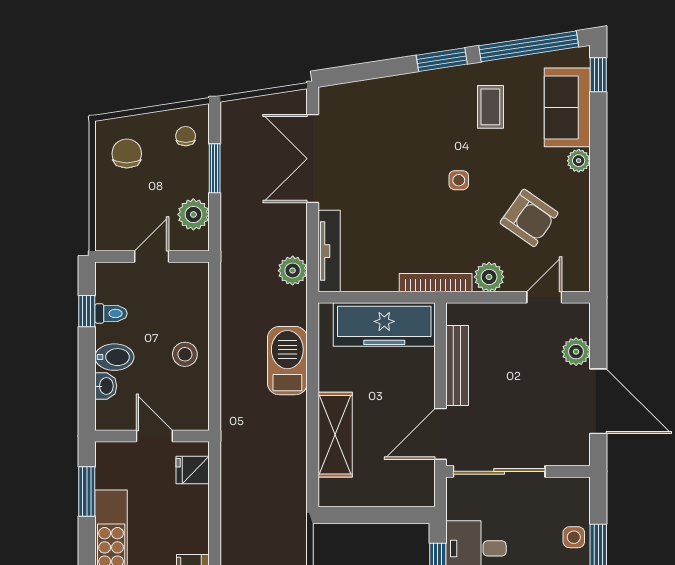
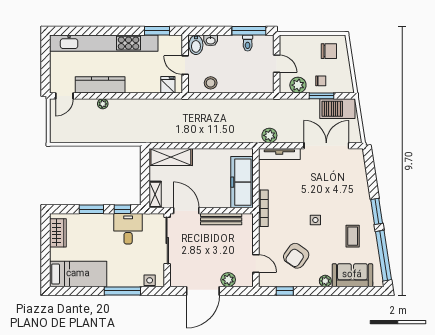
window: (598, 75) -> (285, 291), moved
coffee table: (490, 107) -> (353, 236), turned 90
chair: (186, 136) -> (321, 81), moved
plant: (489, 277) -> (266, 235), removed
window: (87, 311) -> (249, 31), width x2.17
stool: (185, 354) -> (211, 83), moved
bidet: (114, 357) -> (196, 45), moved
barbecue: (287, 361) -> (337, 109), moved, turned 180
shelving: (335, 435) -> (171, 157), moved
door: (154, 436) -> (185, 65), swing flipped
shelving: (408, 495) -> (155, 194), added
side table: (574, 537) -> (150, 280), moved

